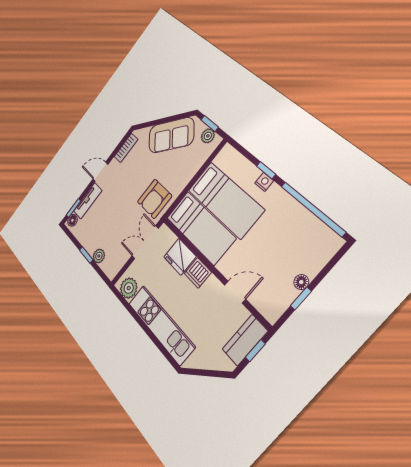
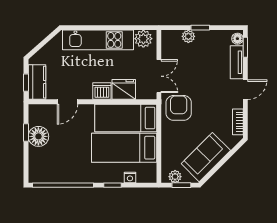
nightstand: (264, 182) -> (130, 178), moved
floor lamp: (301, 282) -> (38, 136), width x1.89, depth x1.89

